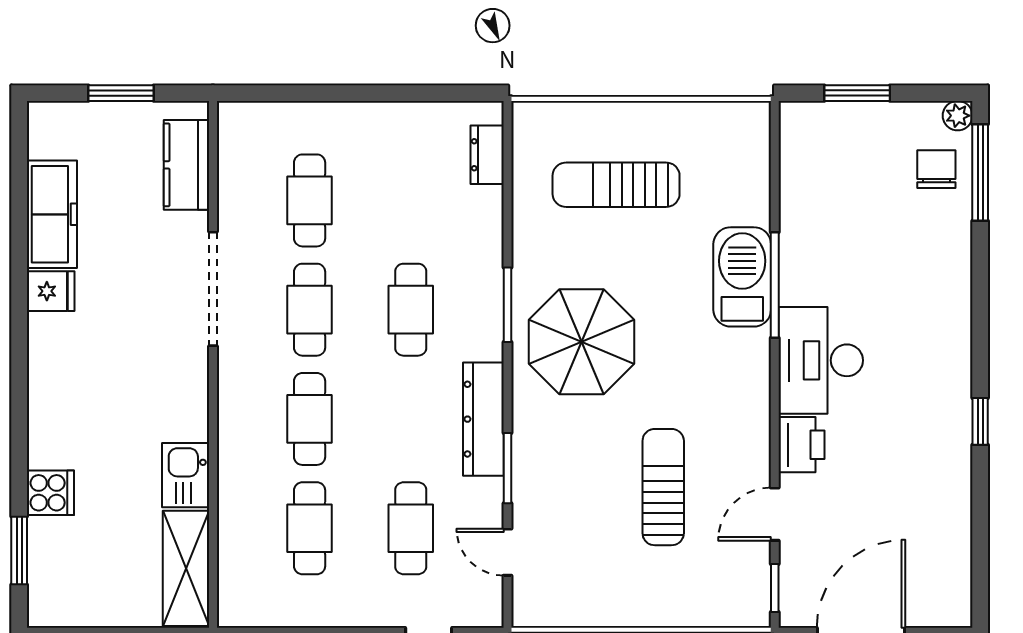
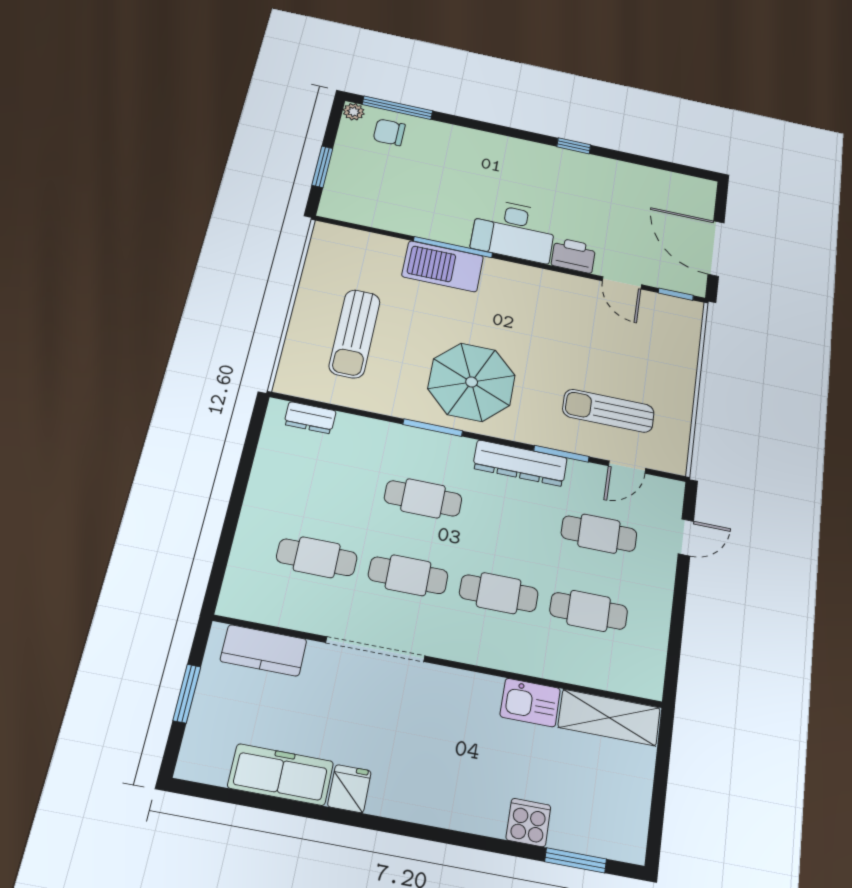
sun lounger: (663, 487) -> (608, 411), moved

